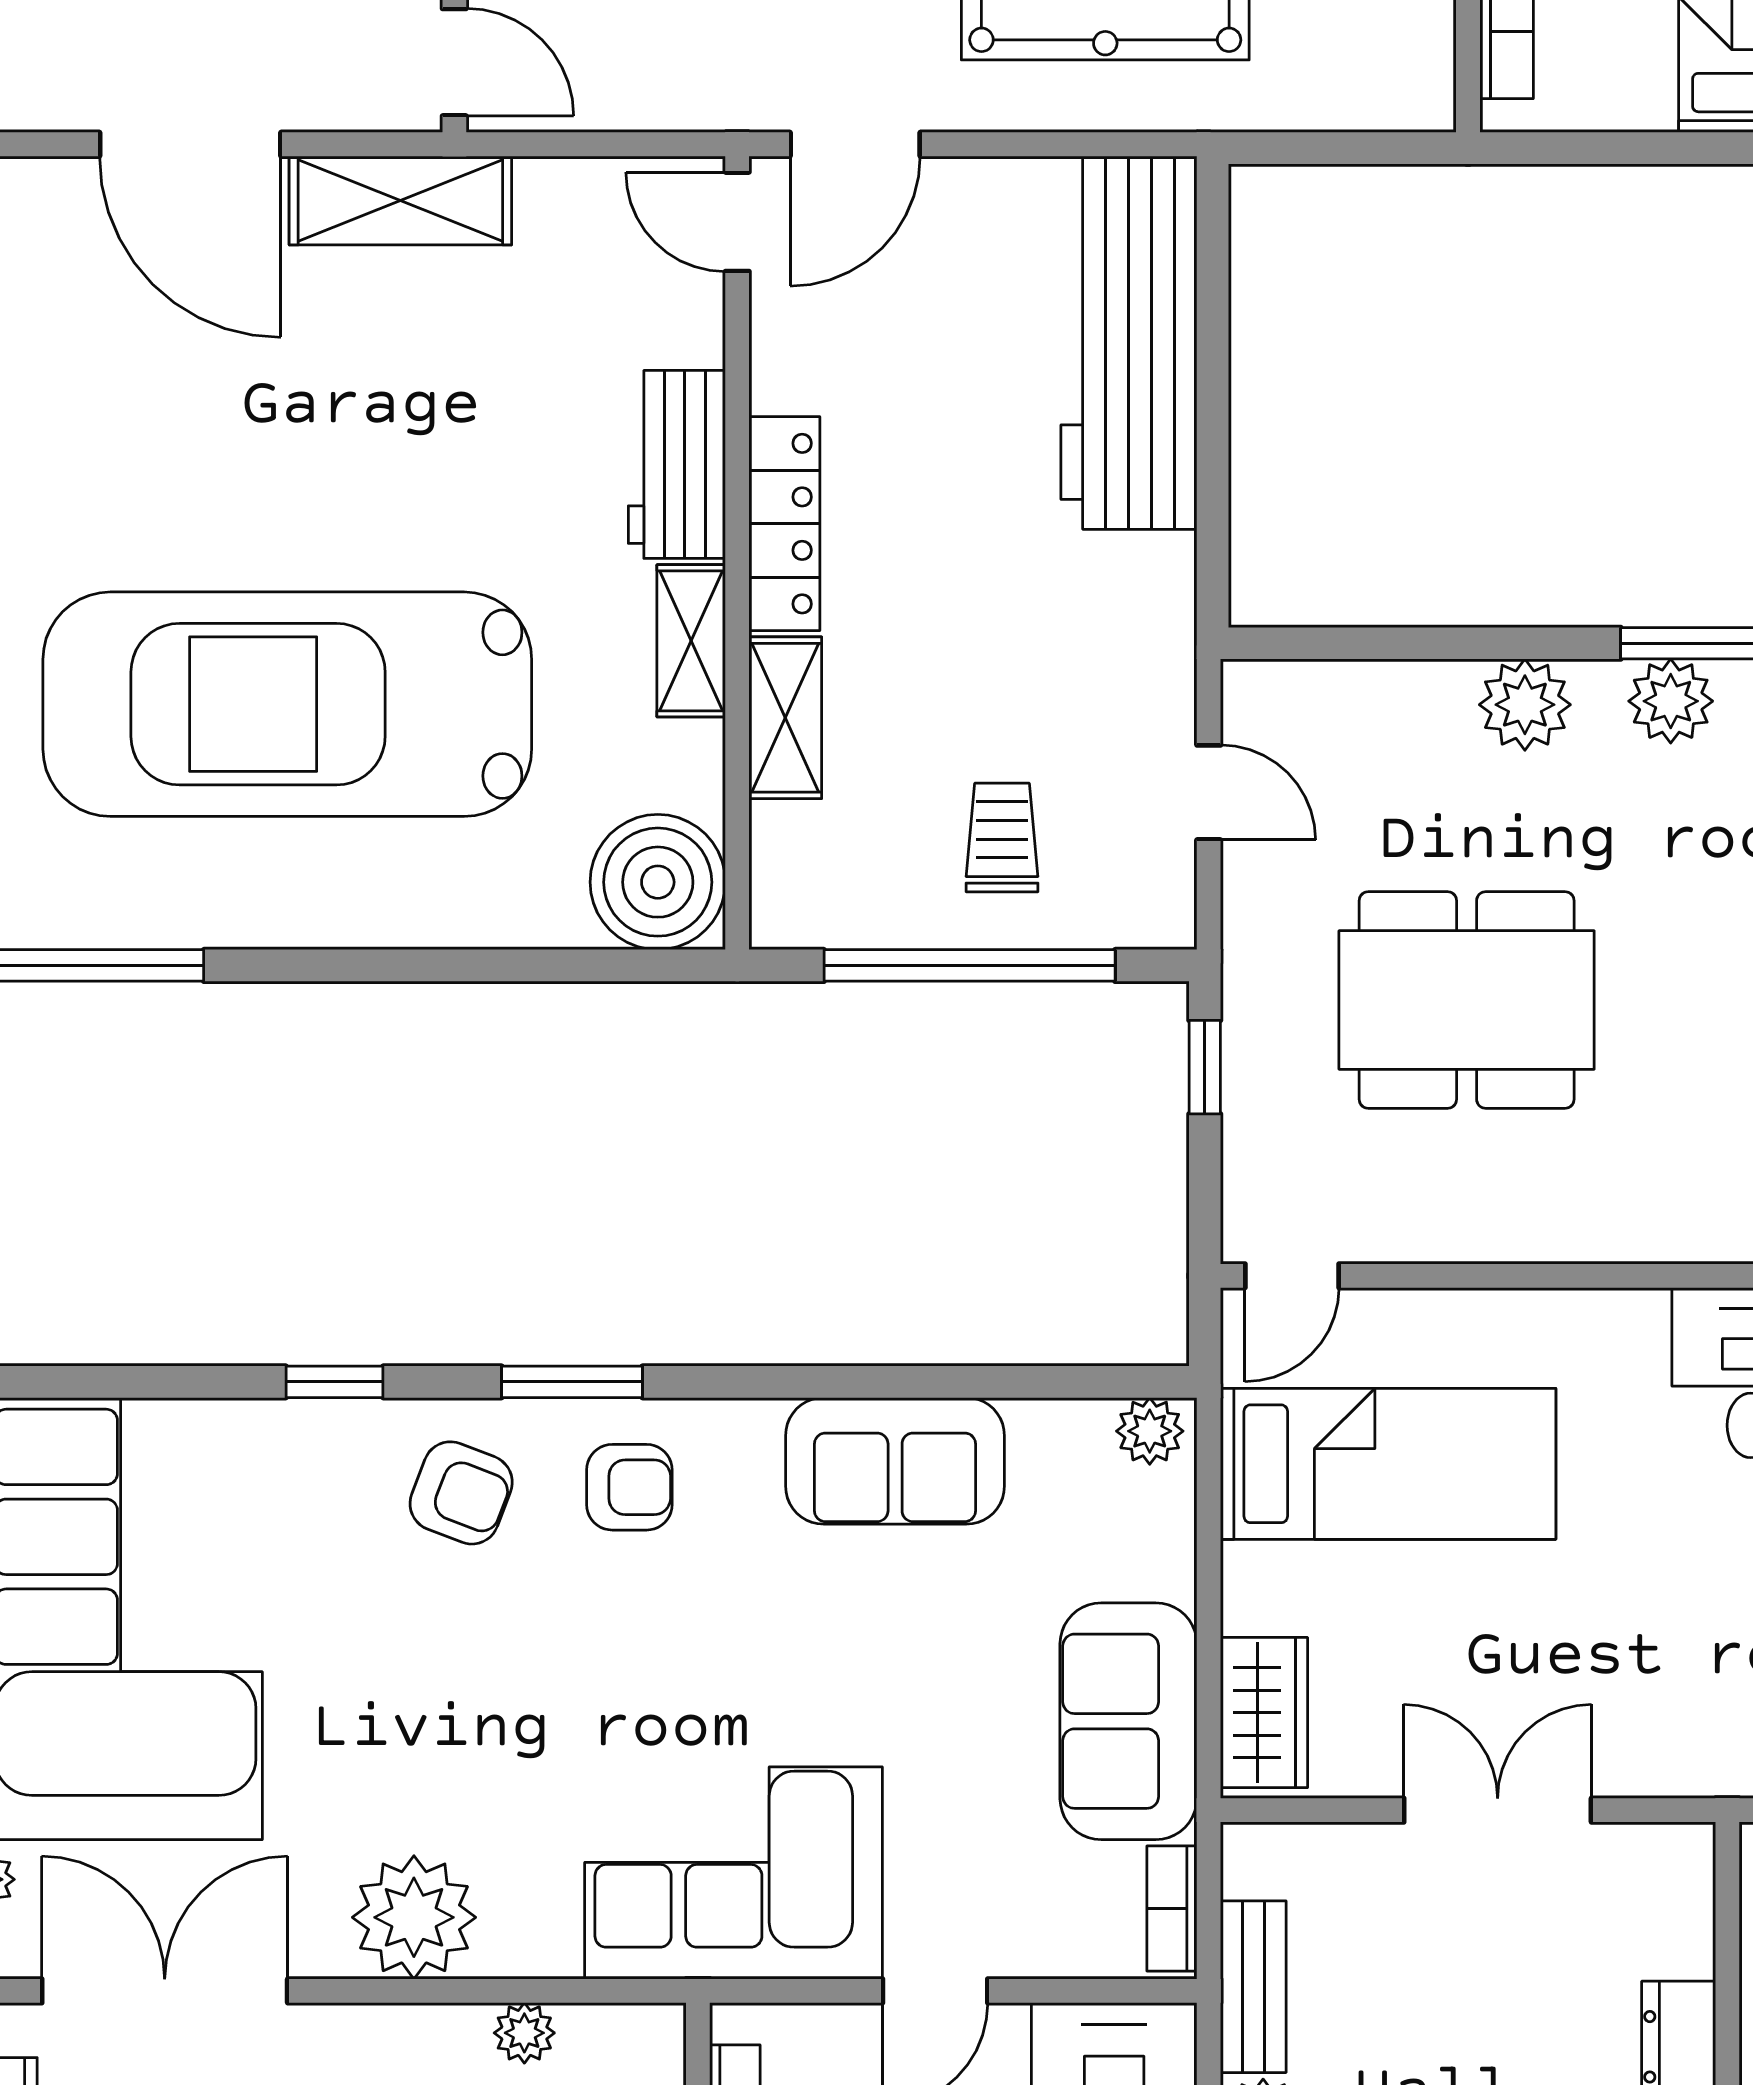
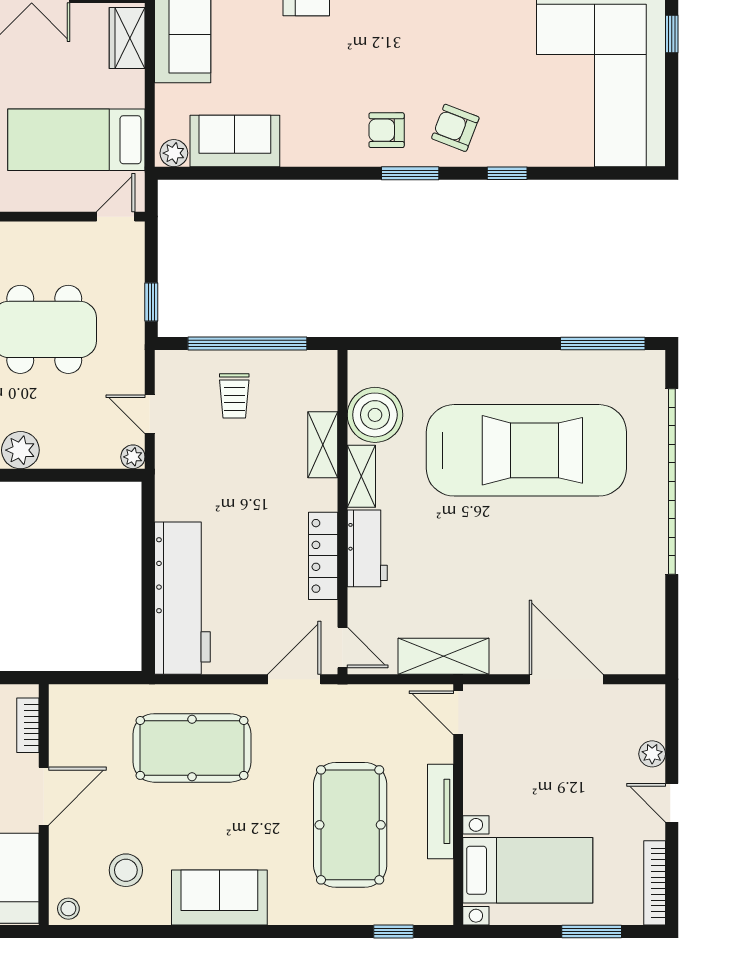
shelving: (400, 200) -> (444, 656), moved
locker: (784, 524) -> (323, 556), moved
plant: (1250, 688) -> (133, 457), added
boiler: (658, 882) -> (375, 415), moved
sofa: (895, 1461) -> (235, 141), moved

